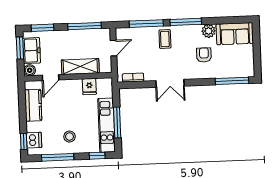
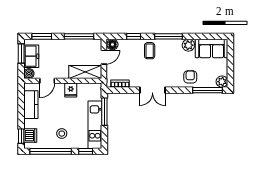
window: (146, 24) -> (134, 36), width x0.46
floor lamp: (123, 34) -> (112, 45), added
armchair: (204, 55) -> (190, 77), moved
shelving: (80, 66) -> (85, 72), moved
plant: (248, 71) -> (222, 82), added
fridge: (89, 87) -> (71, 90), moved
window: (117, 123) -> (104, 112), moved
window: (58, 157) -> (51, 151), width x1.46

